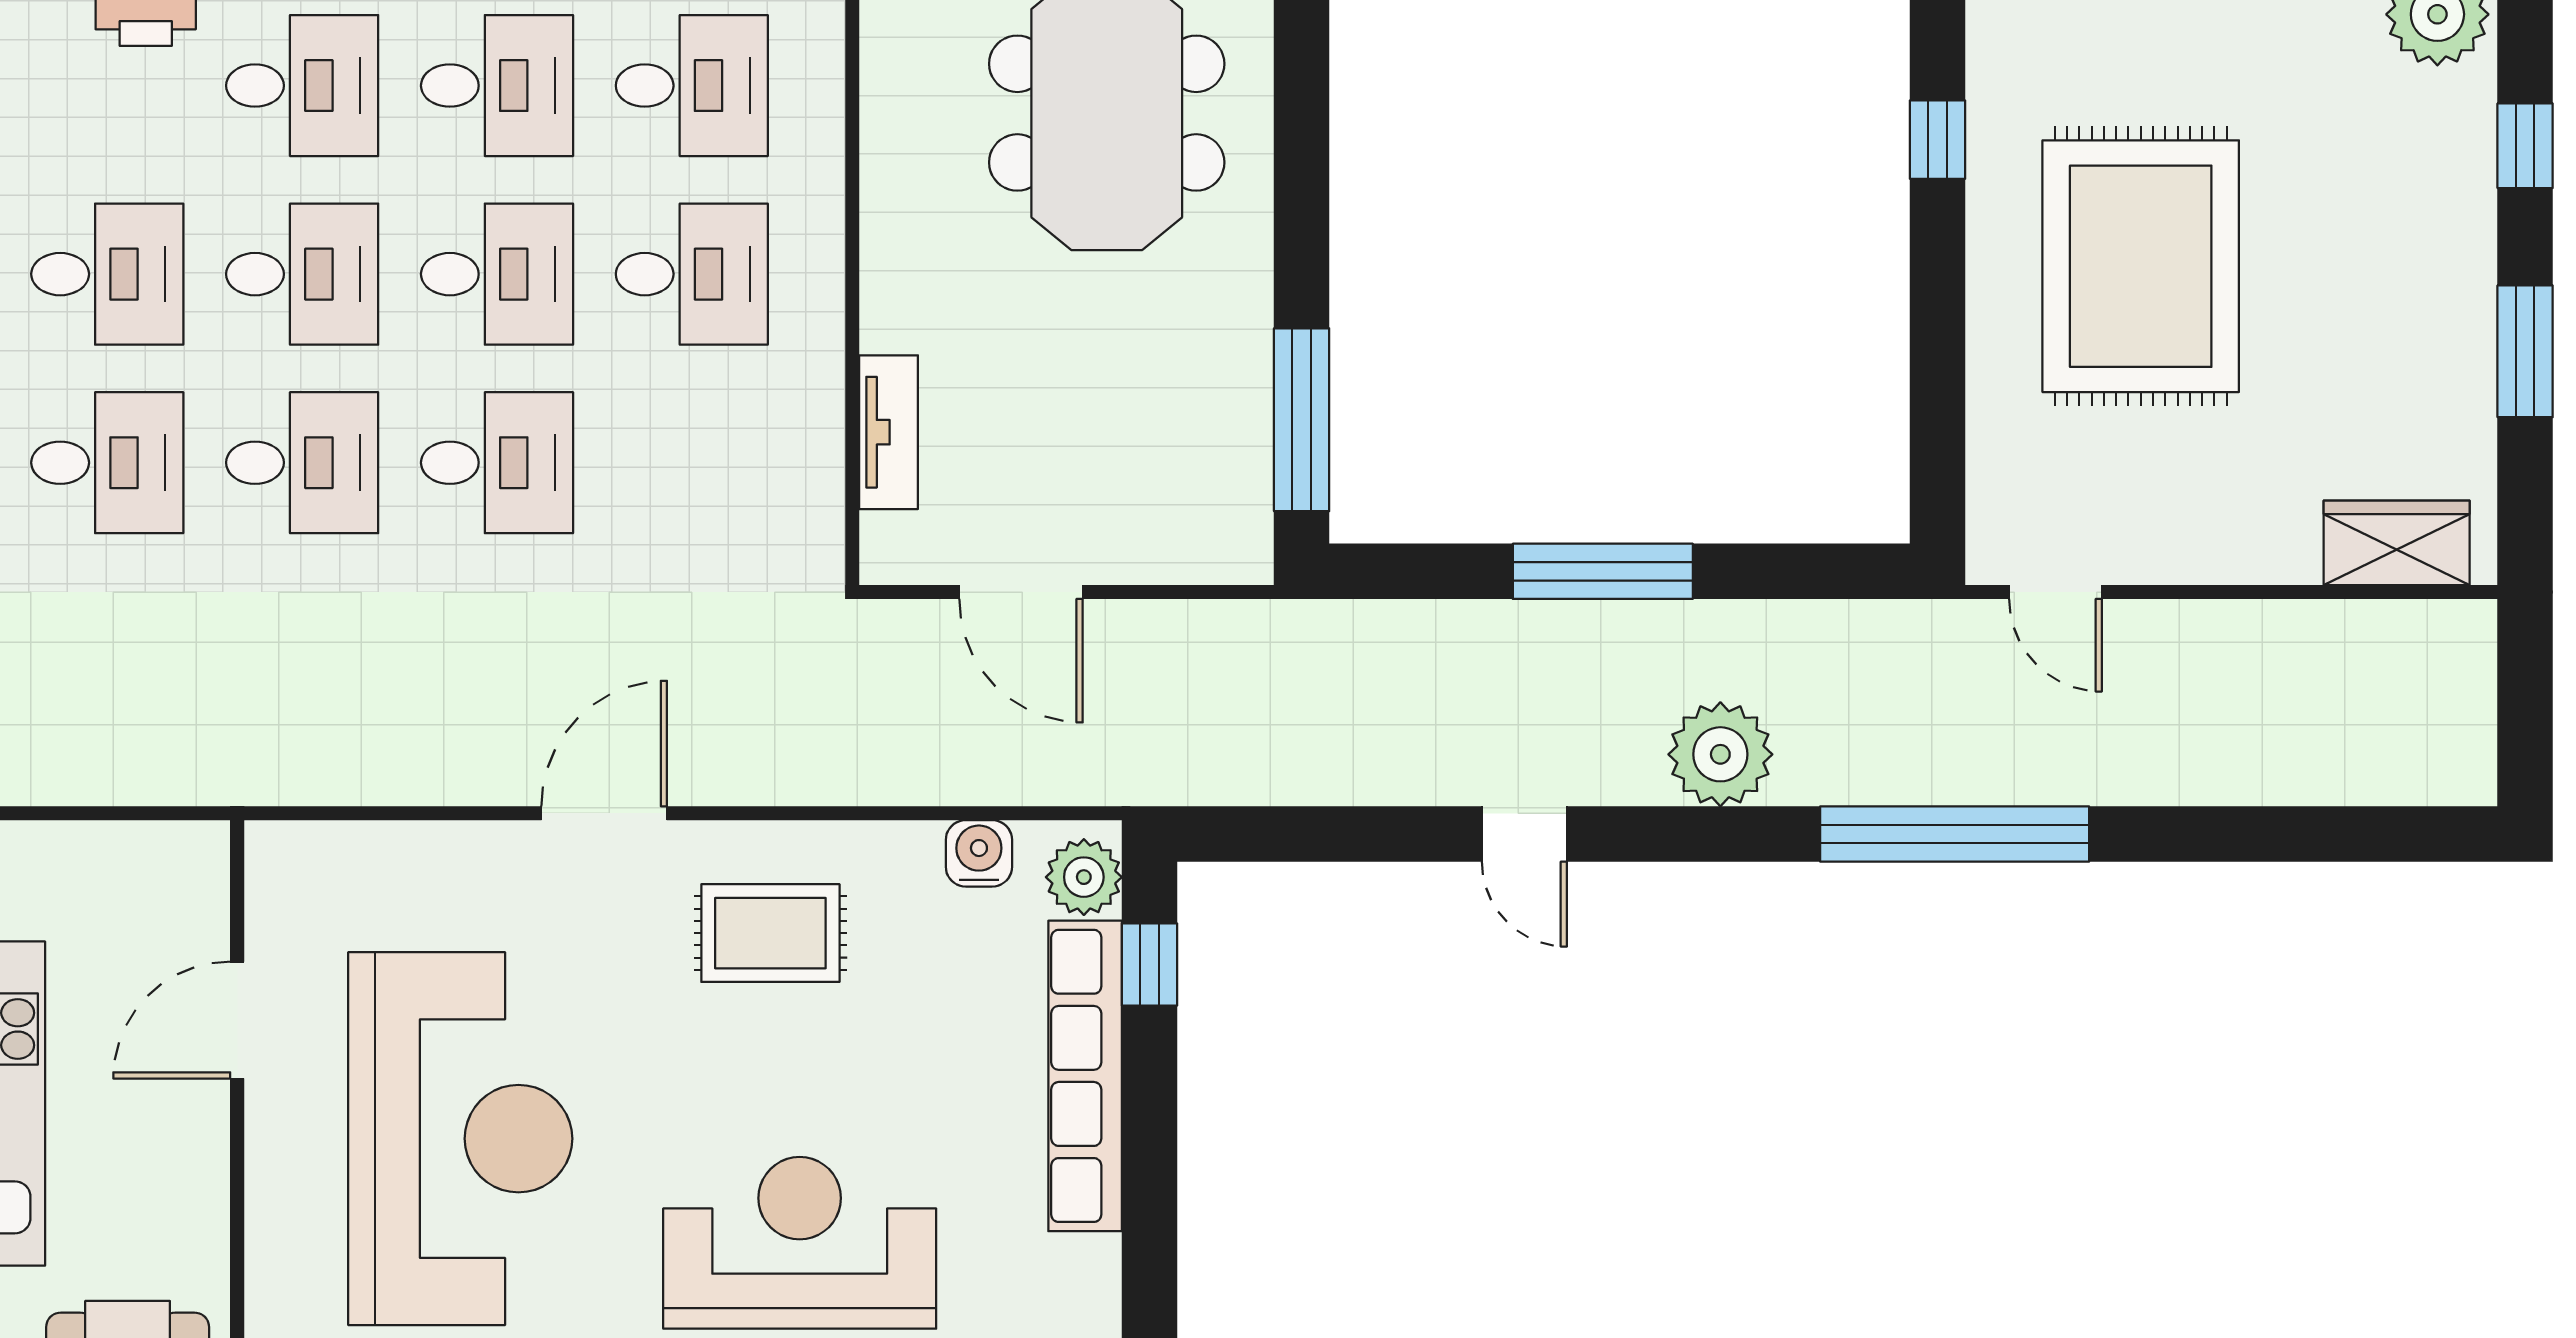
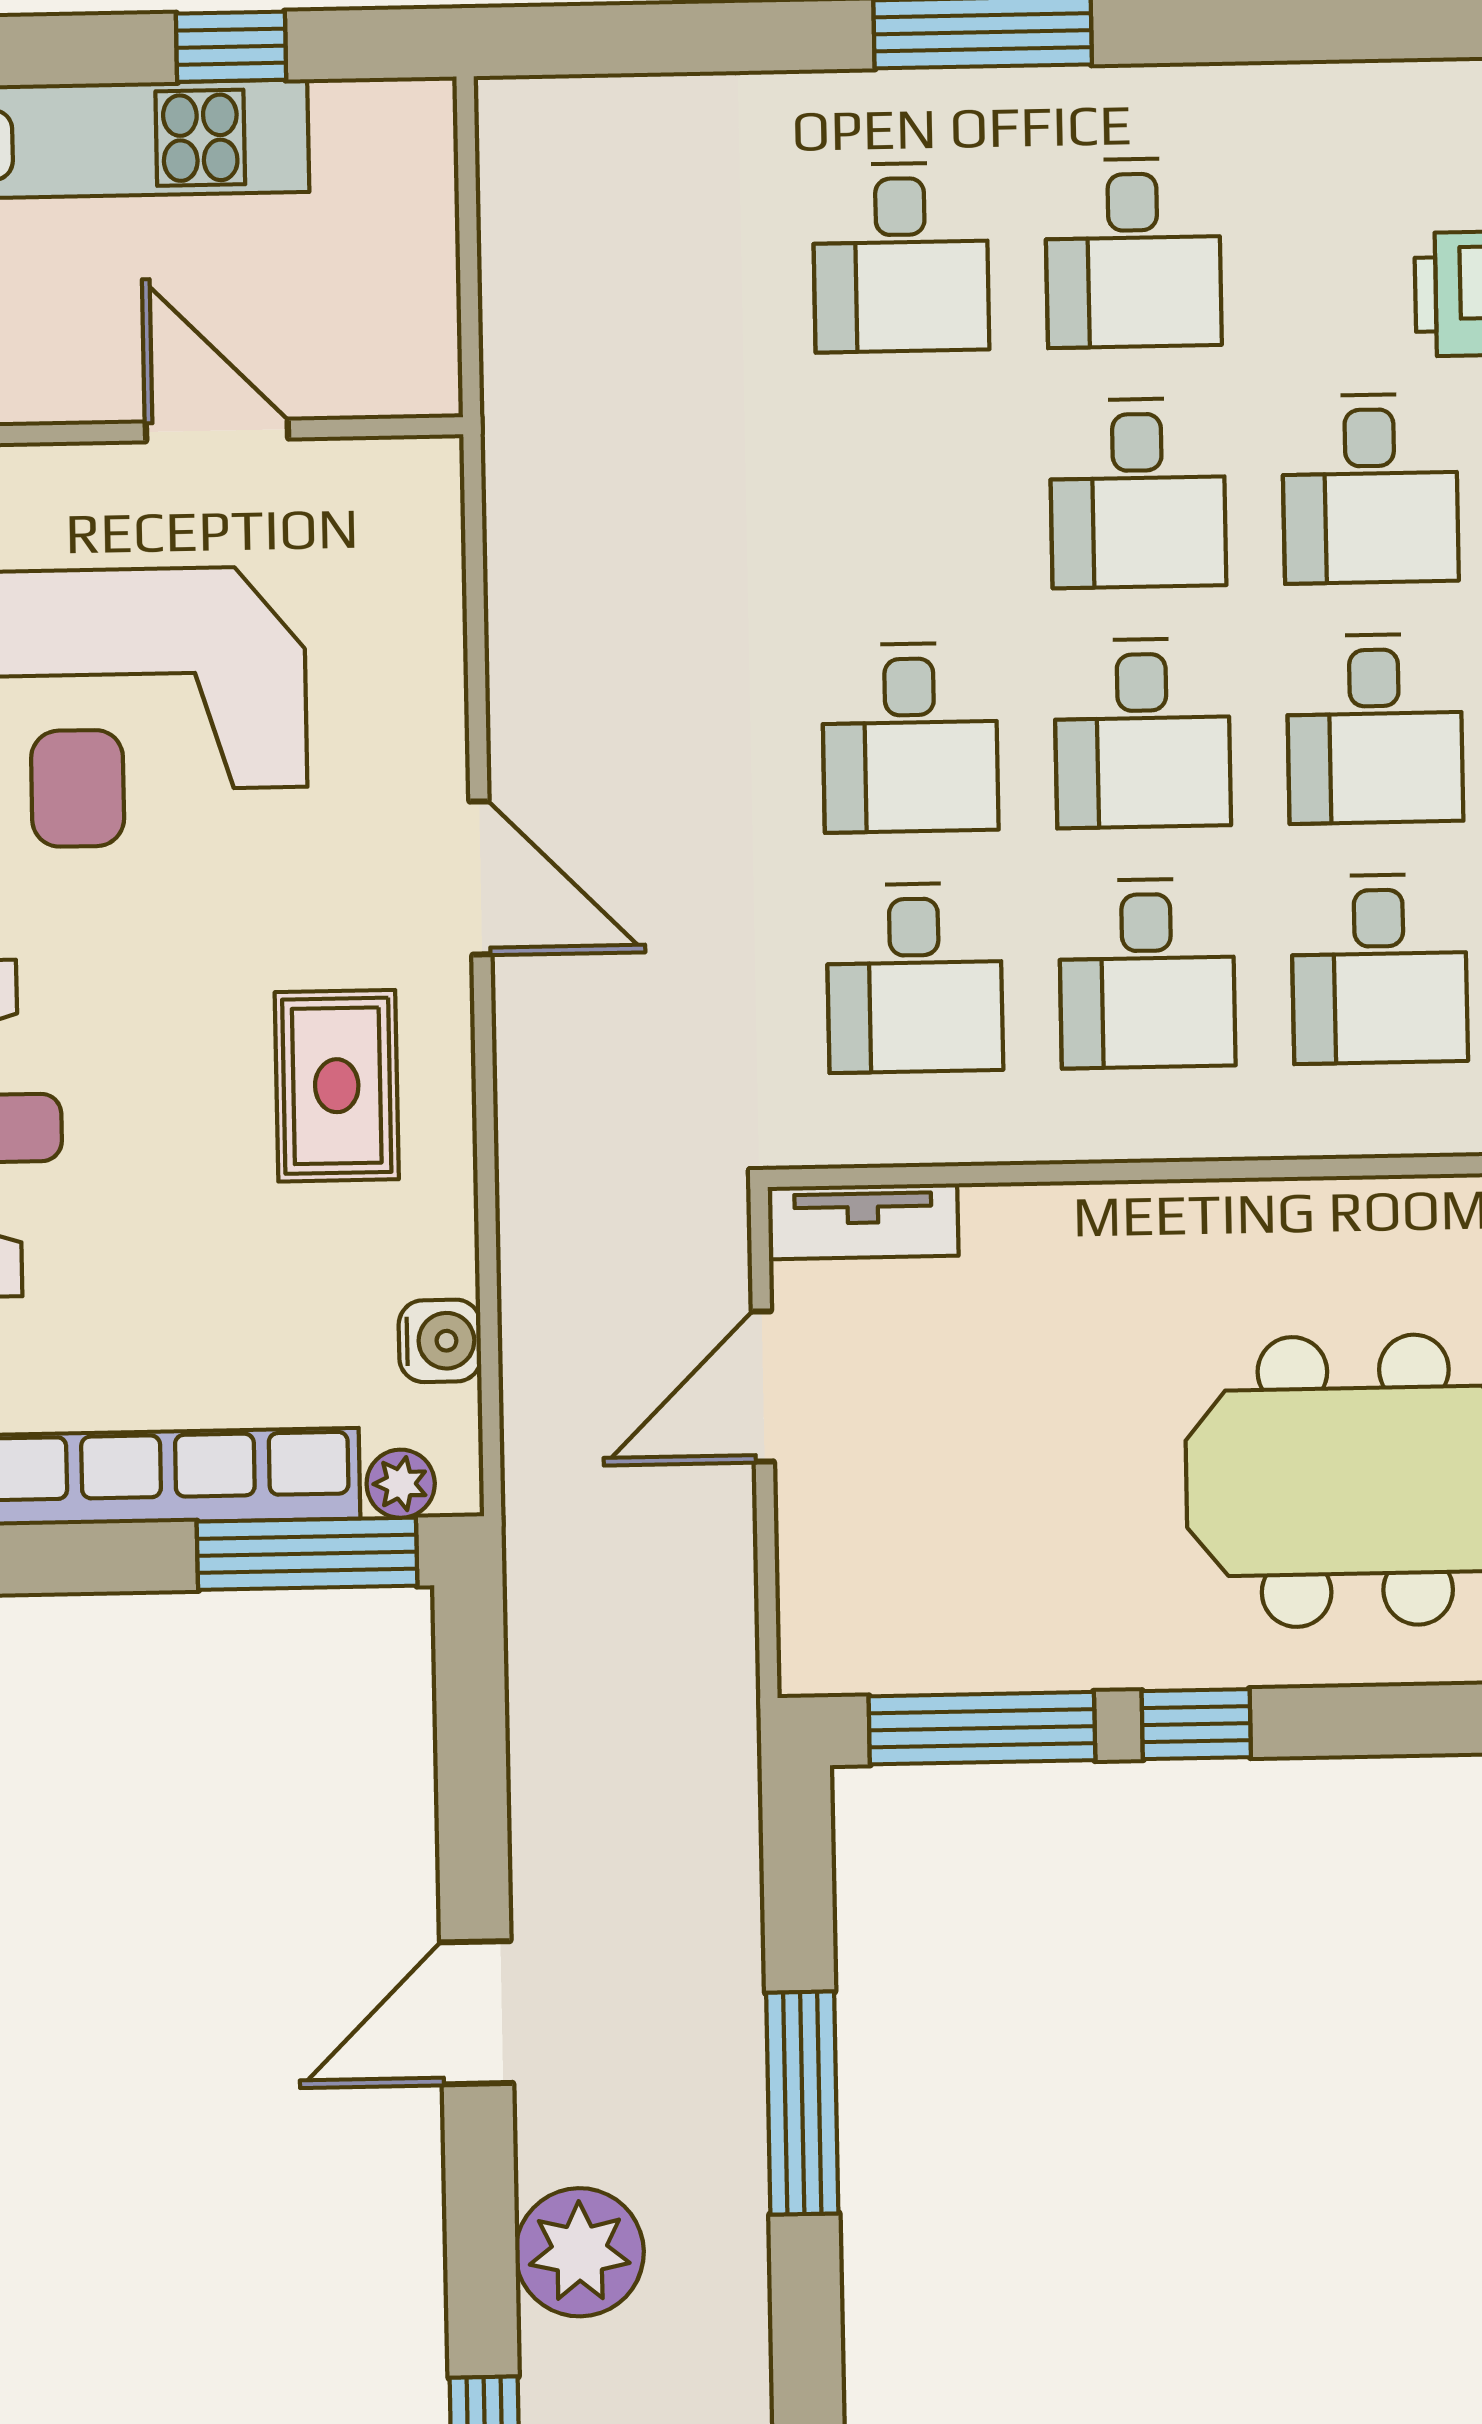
window: (1302, 246) -> (1196, 1724), added
tv unit: (889, 432) -> (863, 1221), moved
desk: (302, 463) -> (915, 978), moved
door: (1524, 834) -> (477, 2013), width x1.38
plant: (1084, 877) -> (401, 1484), width x0.73, depth x0.73
window: (1150, 964) -> (307, 1554), width x2.17

